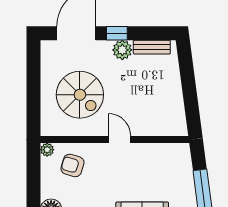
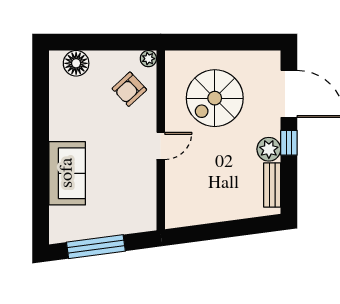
armchair: (72, 165) -> (129, 89), turned -150

